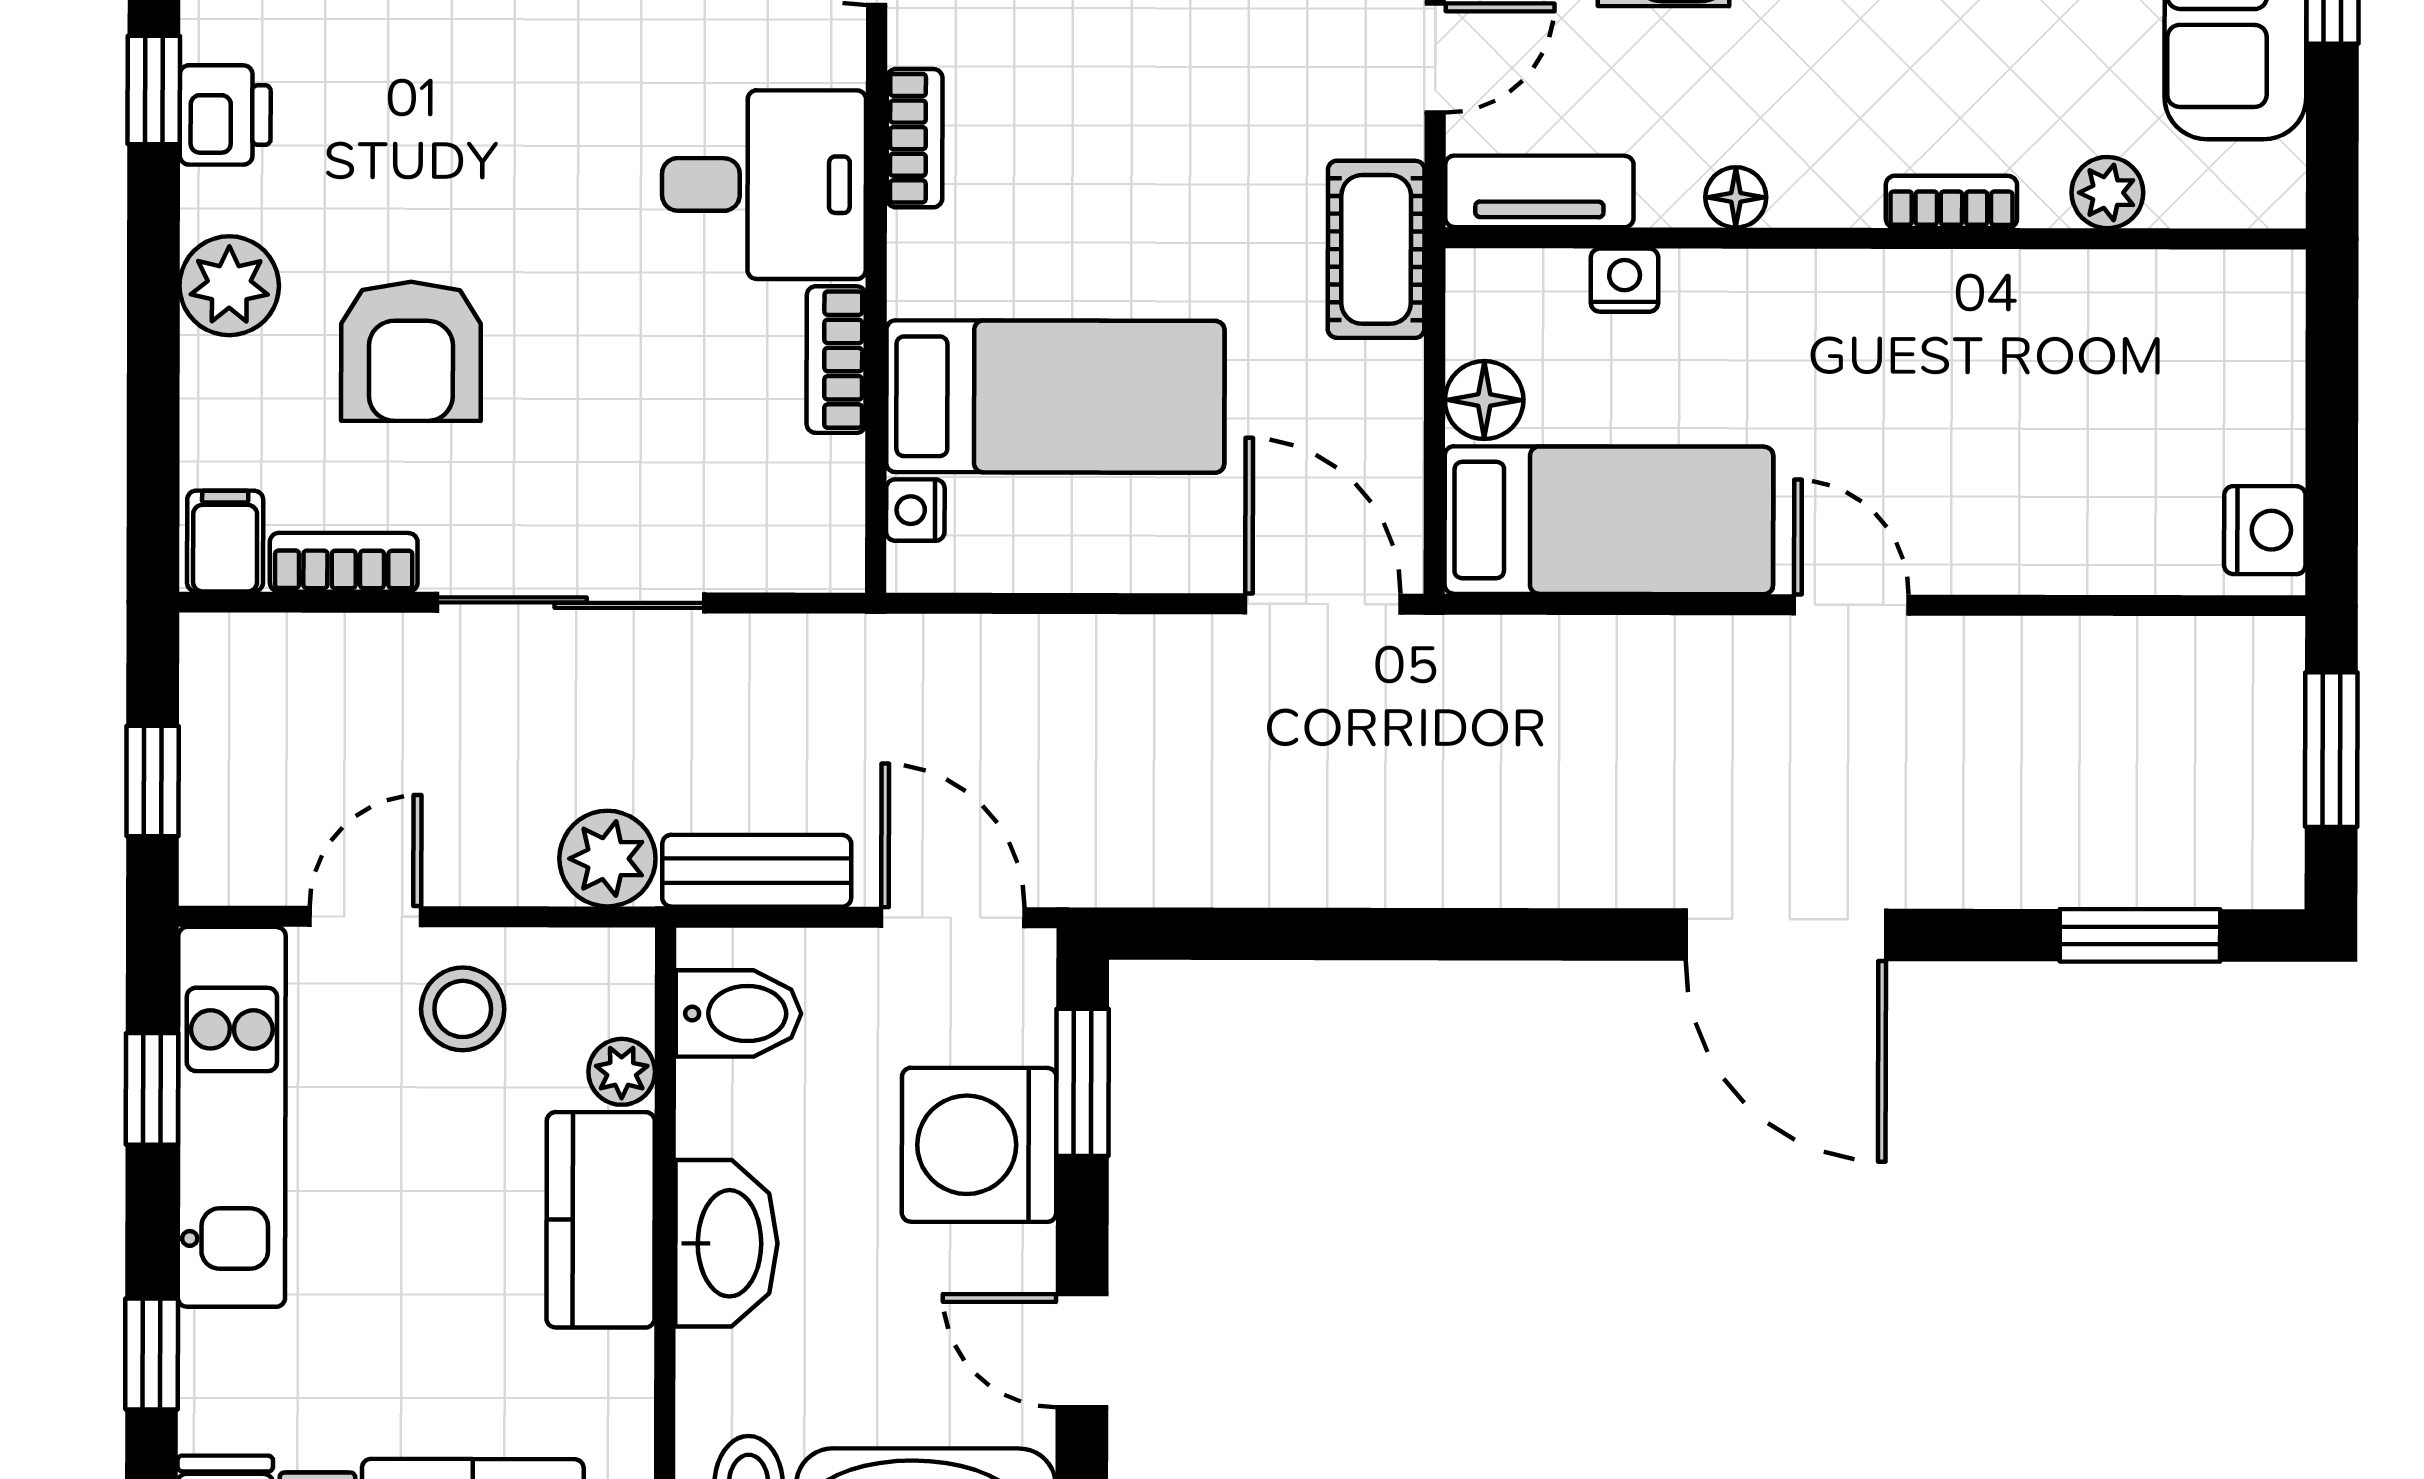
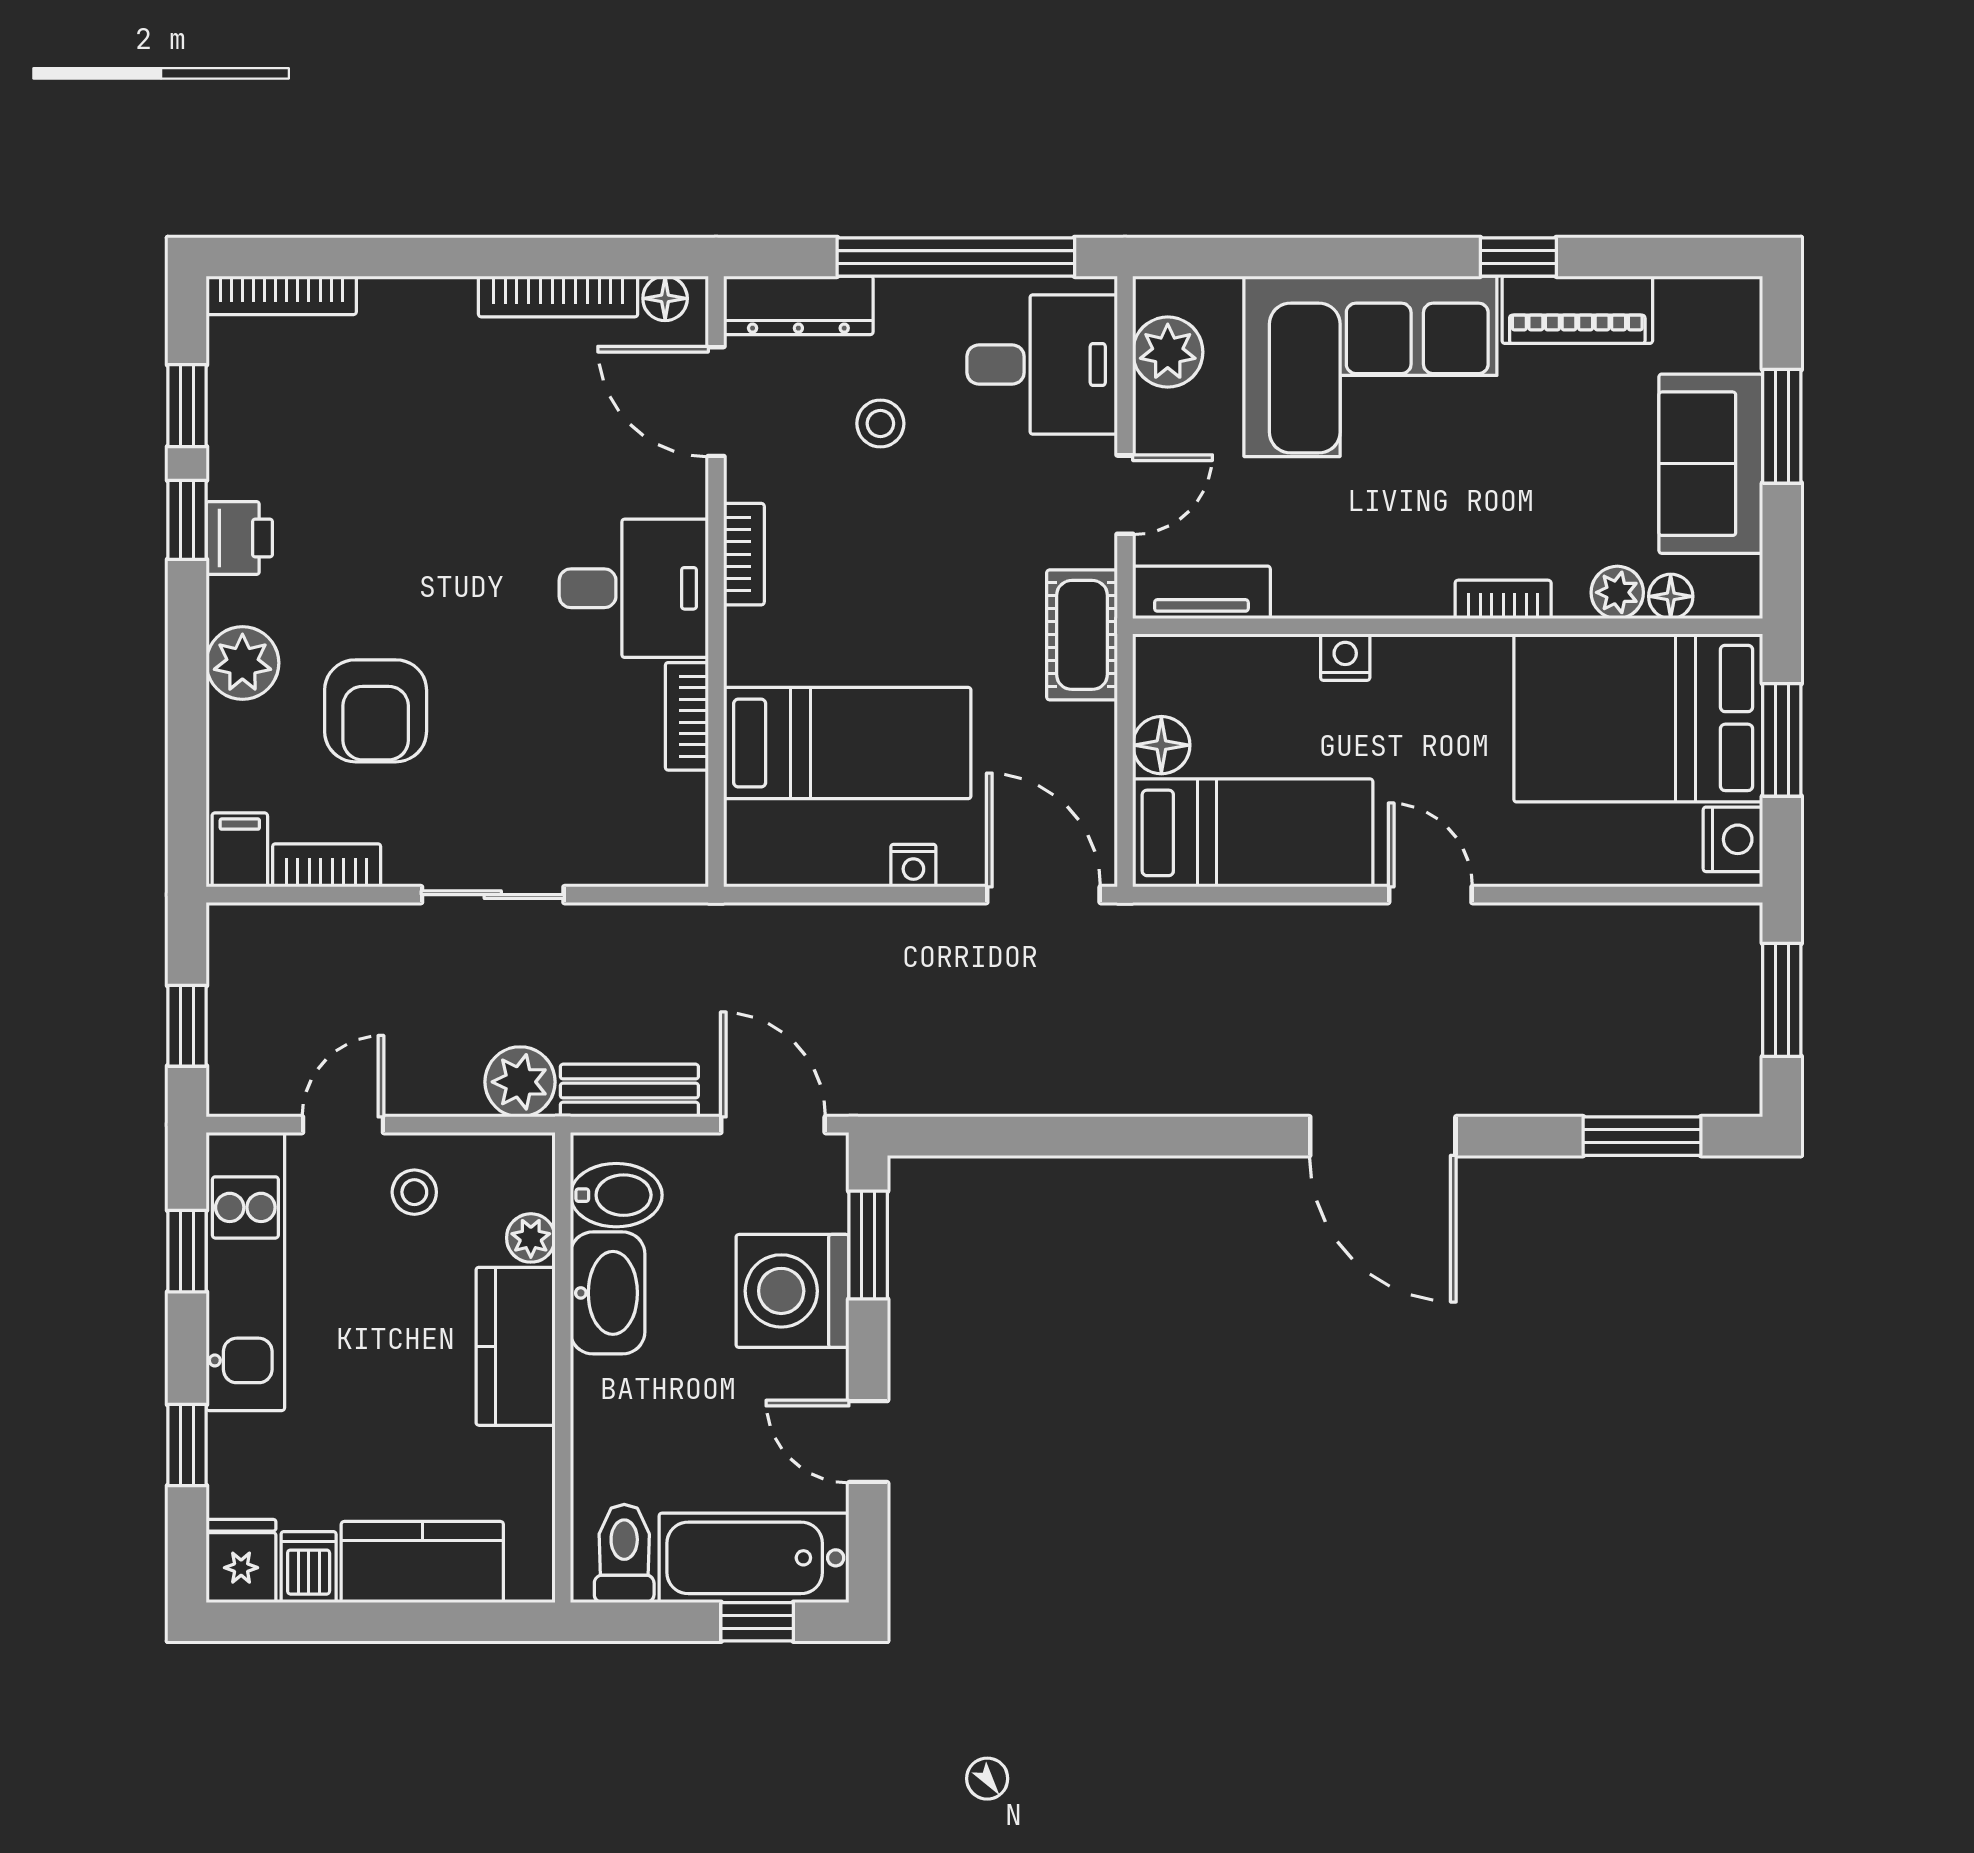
floor lamp: (1736, 197) -> (1671, 596), moved
nightstand: (1625, 280) -> (1345, 657), moved
bed: (2136, 364) -> (1638, 718), added
window: (2332, 394) -> (1782, 740), added
nightstand: (915, 510) -> (913, 866), moved, turned -90
sliding door: (571, 603) -> (493, 895), width x0.73
stool: (463, 1009) -> (414, 1192), width x0.73, depth x0.73
washbasin: (726, 1243) -> (608, 1293), moved

